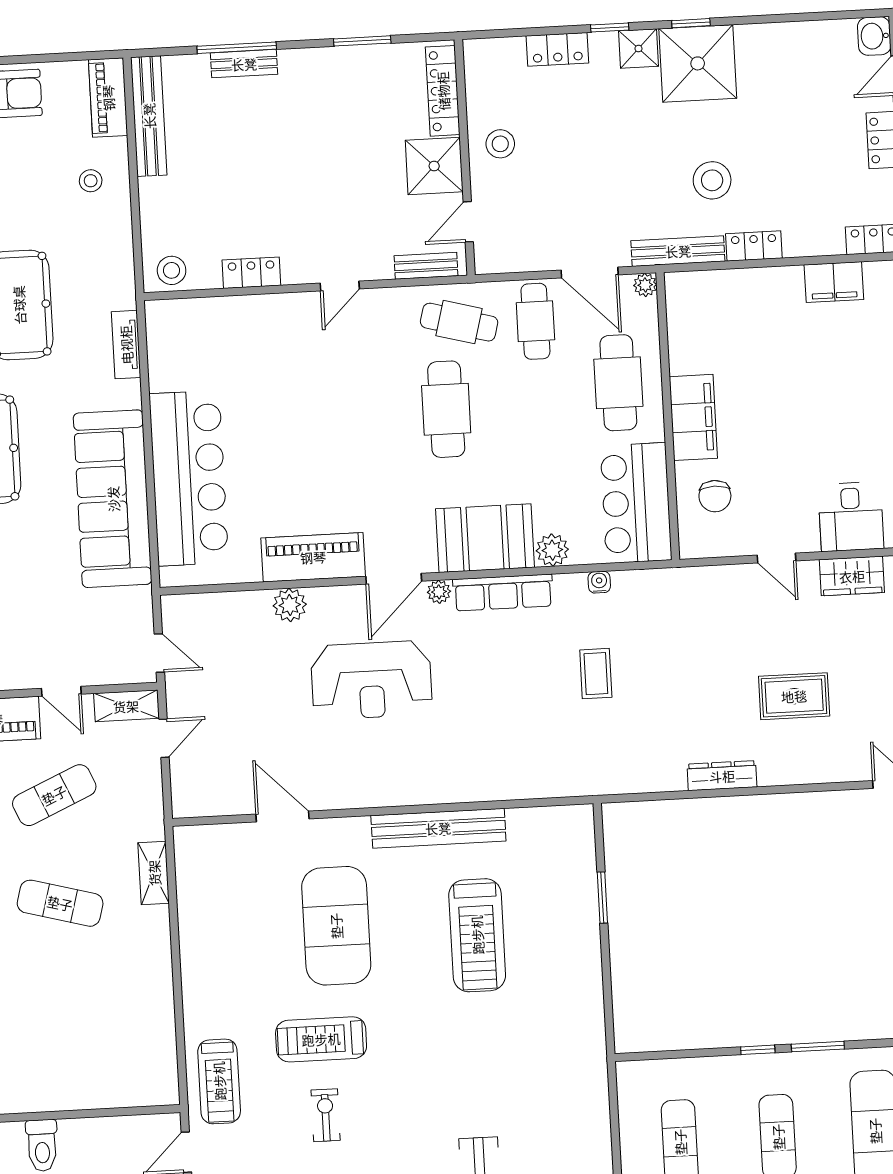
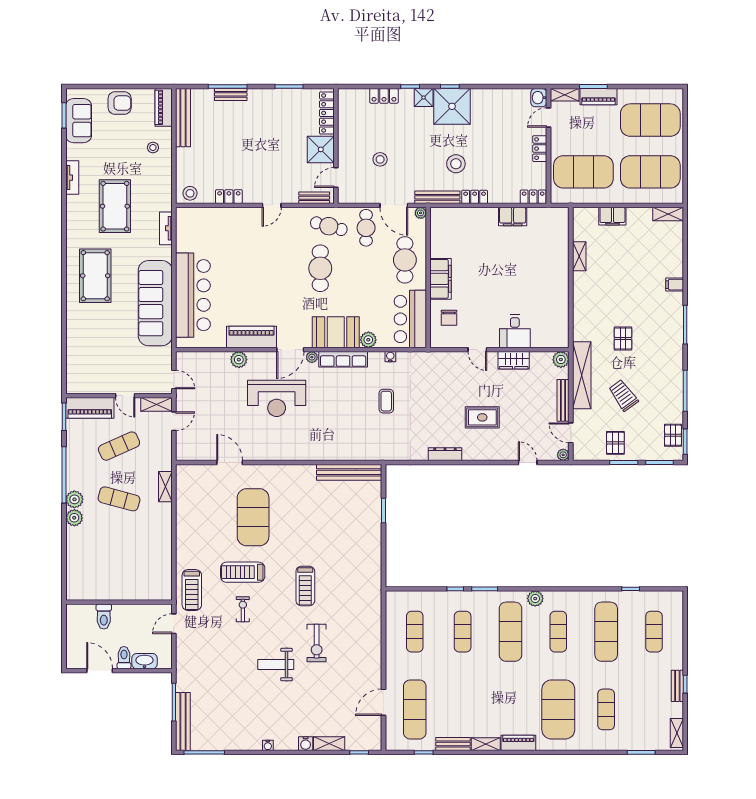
stool: (500, 144) -> (380, 159), moved
bench: (438, 828) -> (349, 472), moved
treadmill: (477, 935) -> (305, 586), moved, width x0.73, depth x0.73

